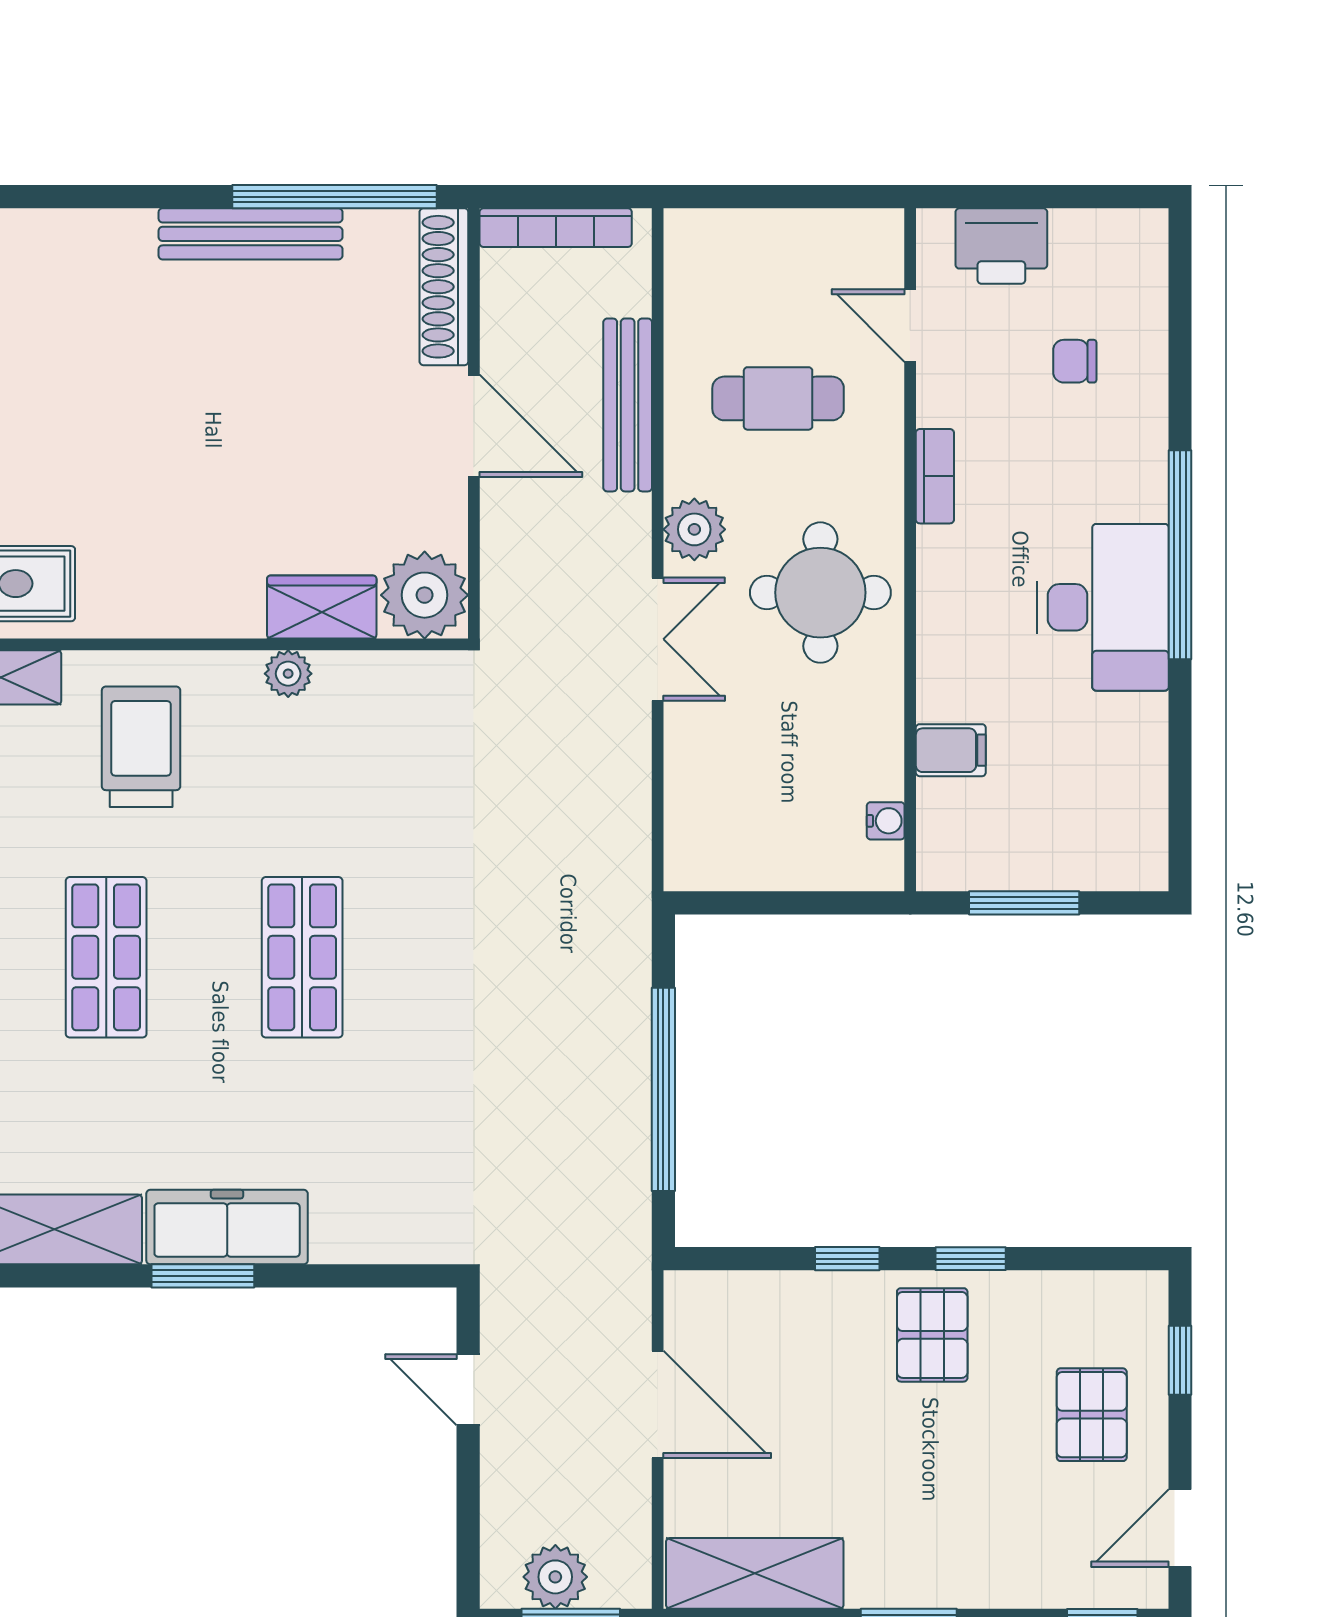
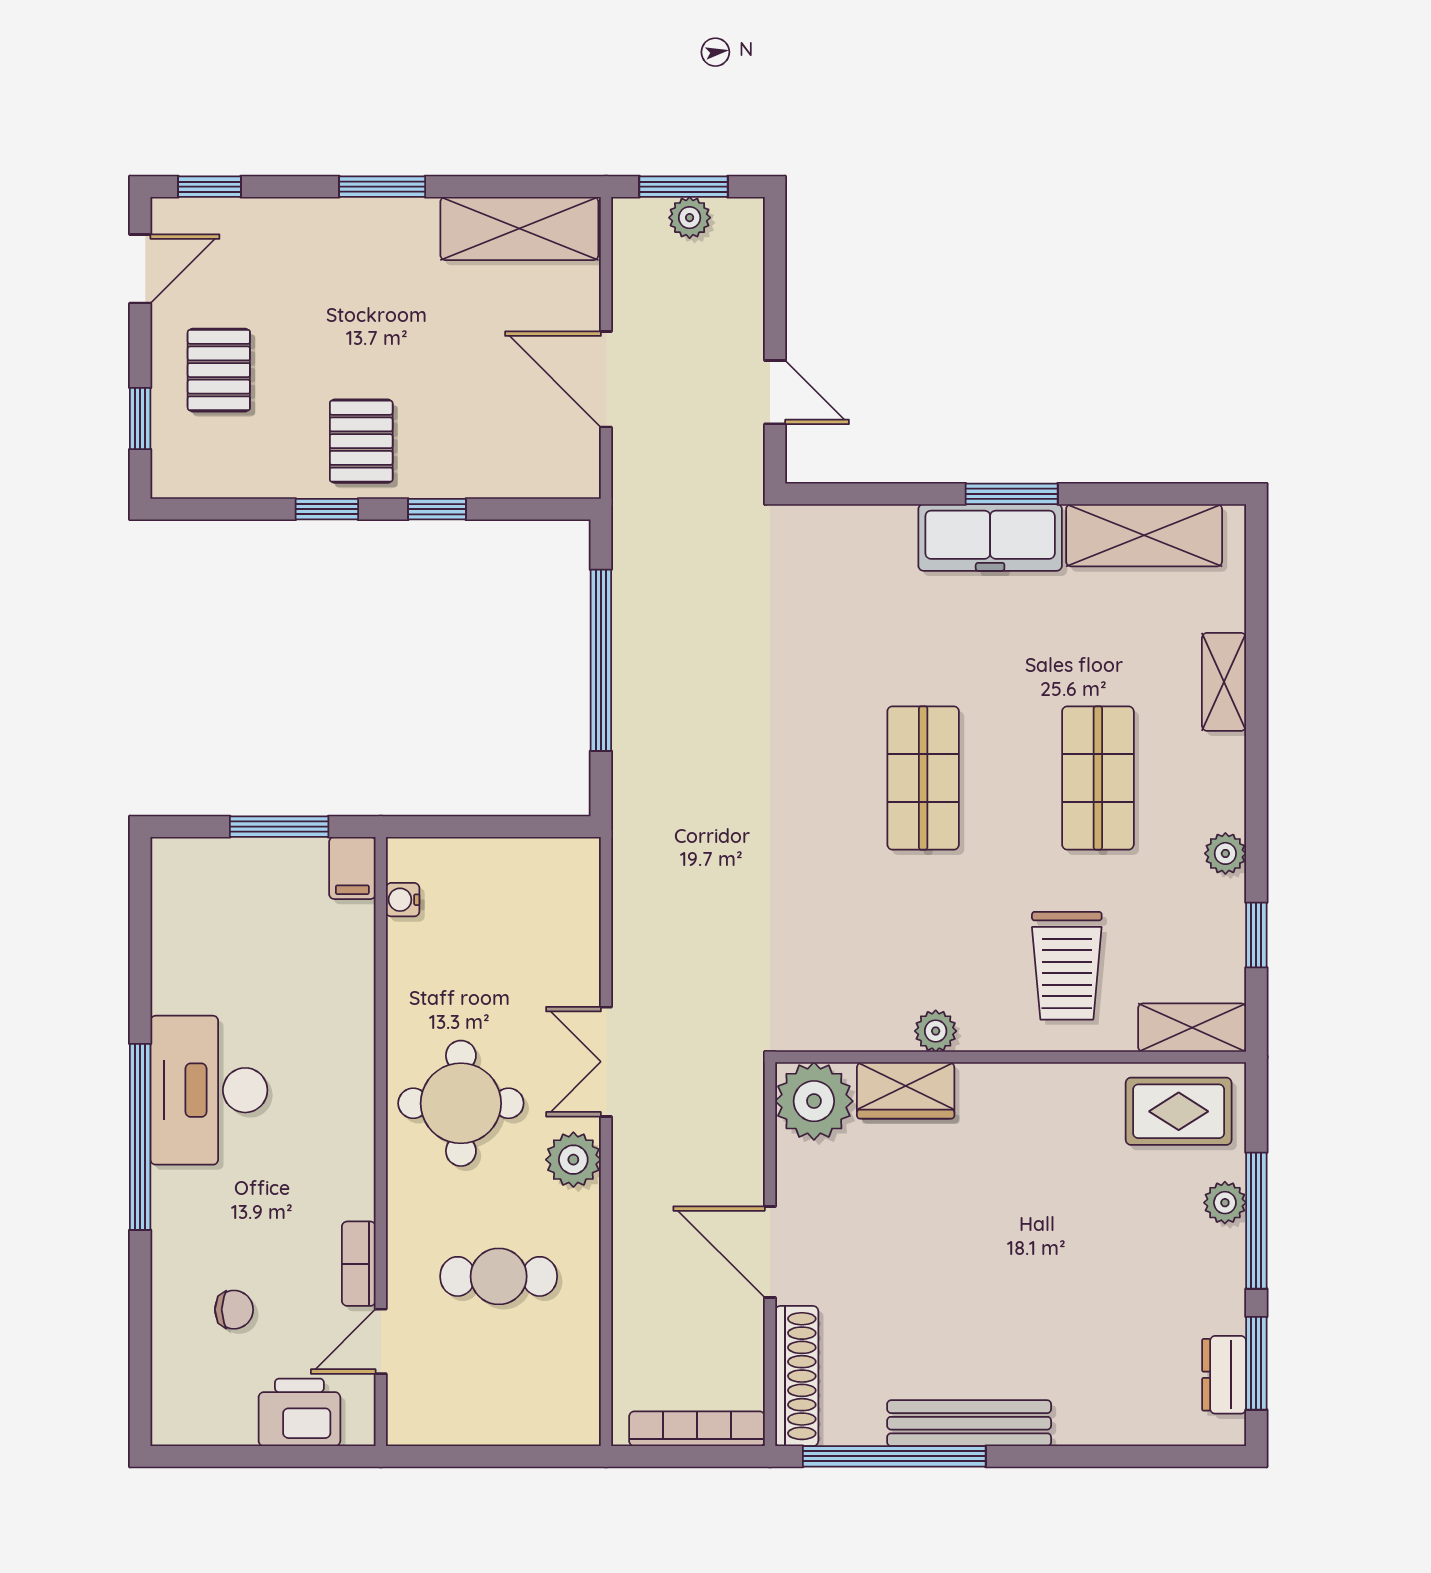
door: (910, 326) -> (381, 1341), swing flipped
bench: (628, 405) -> (633, 1271), removed
bookcase: (935, 476) -> (359, 1264), moved
filing cabinet: (951, 750) -> (352, 868), moved, turned -90
plant: (555, 1577) -> (690, 218), width x0.73, depth x0.73

